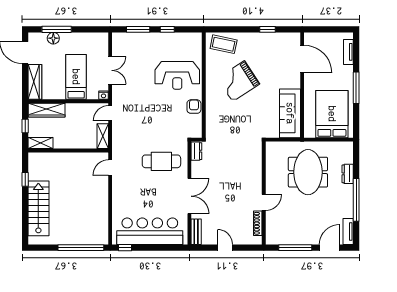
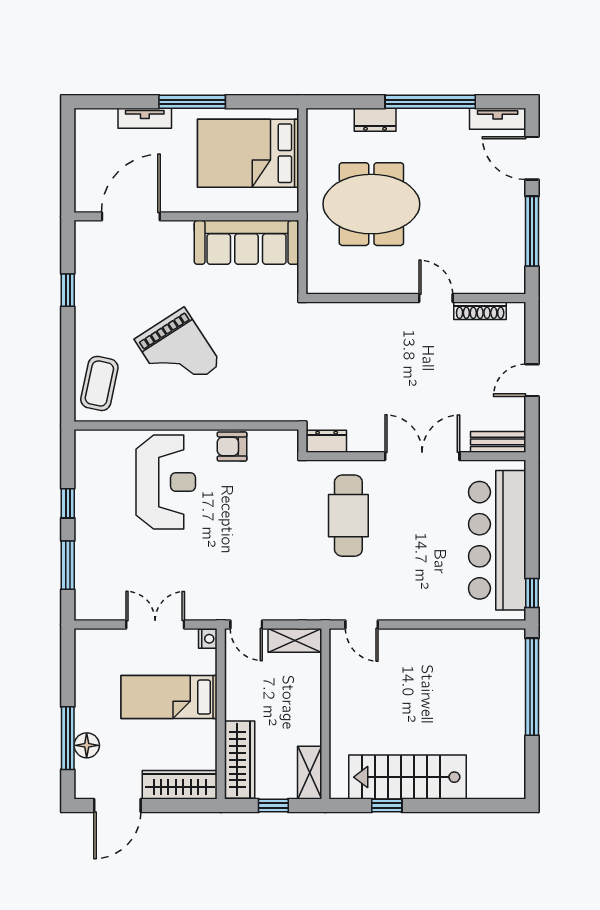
tv unit: (348, 52) -> (145, 118), moved
stairs: (38, 208) -> (408, 777), moved

